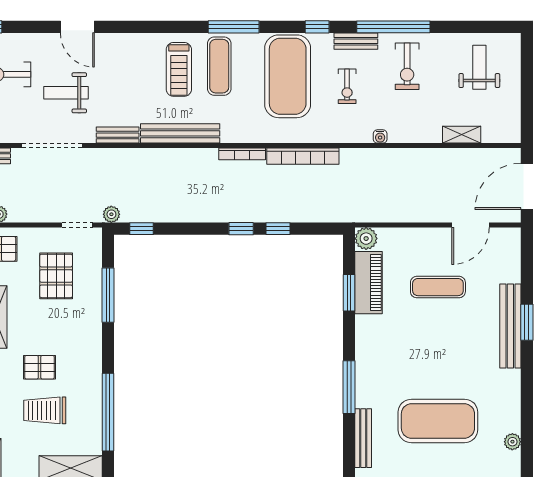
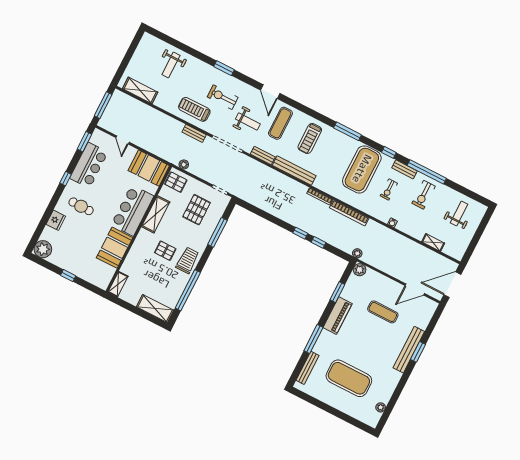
exercise mat: (219, 66) -> (280, 123), moved
weight bench: (66, 93) -> (248, 121), turned 180
plant: (111, 214) -> (357, 253), moved
window: (142, 229) -> (251, 208), removed
piano: (369, 283) -> (338, 316), moved
trolley: (45, 410) -> (187, 260), moved, turned 90

